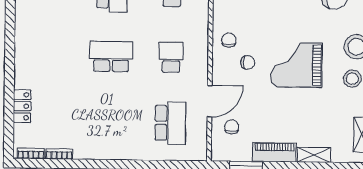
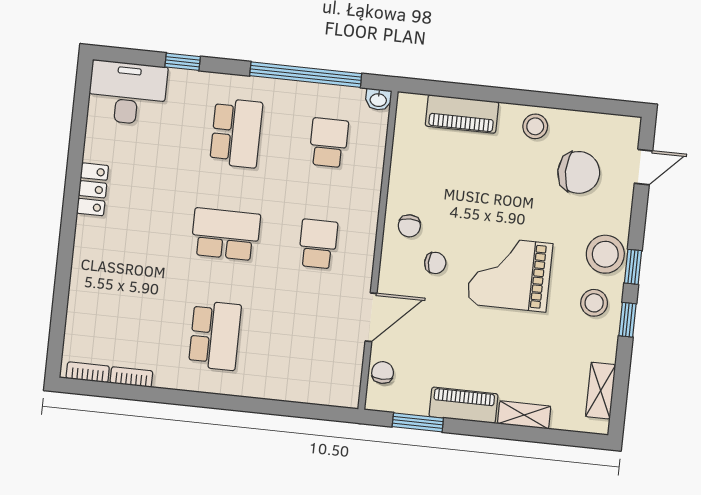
chair: (229, 40) -> (409, 226), turned 180
locker: (22, 106) -> (93, 189), moved
school desk: (170, 123) -> (215, 335), moved
chair: (232, 127) -> (383, 372), moved

